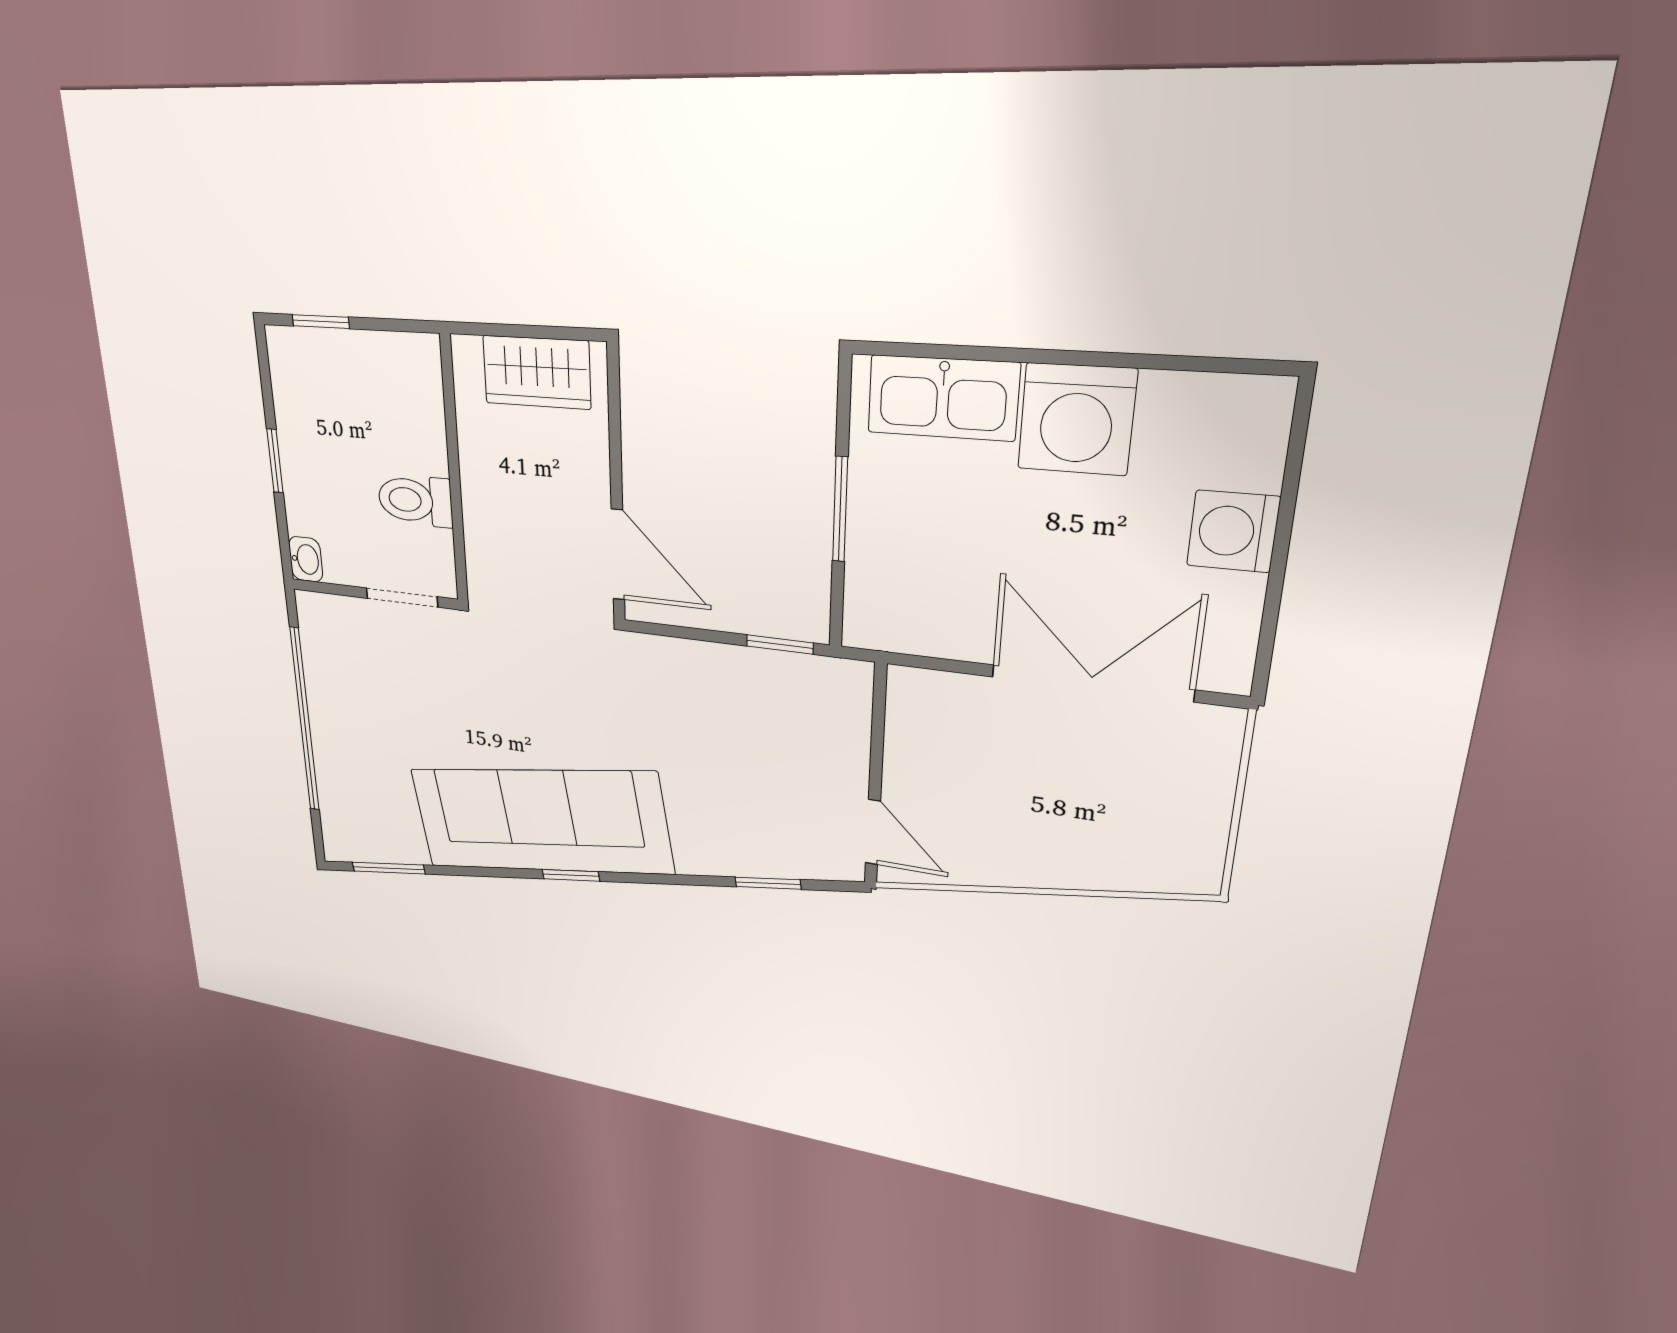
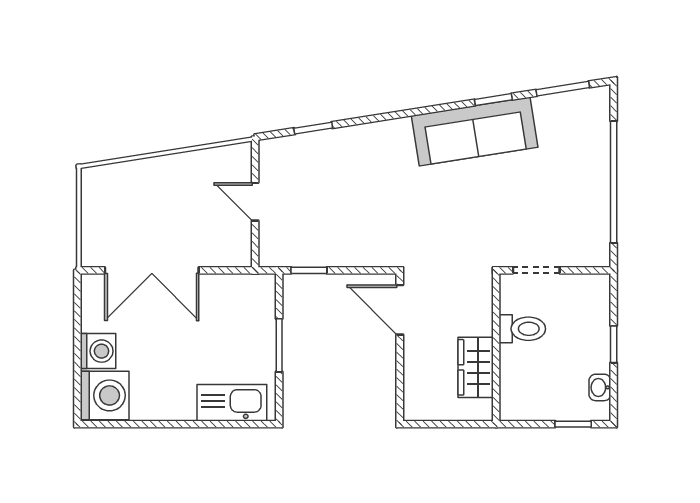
wardrobe: (537, 372) -> (476, 367), moved, turned -90
washing machine: (1077, 419) -> (105, 395), moved, turned 90
washbasin: (306, 559) -> (600, 387), moved
sofa: (540, 821) -> (475, 131), width x0.74, depth x0.79
door: (873, 832) -> (255, 202), moved
window: (571, 875) -> (493, 100), moved

